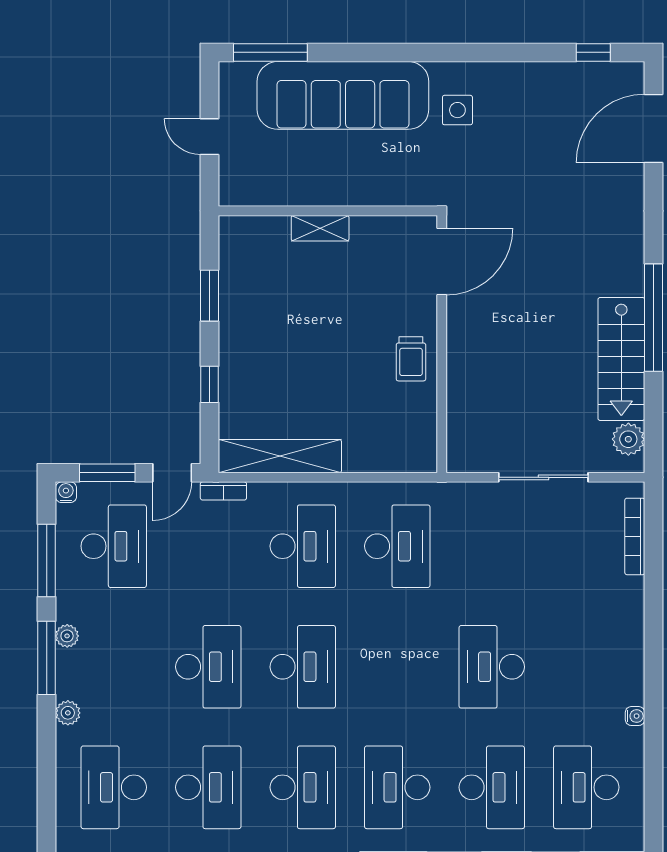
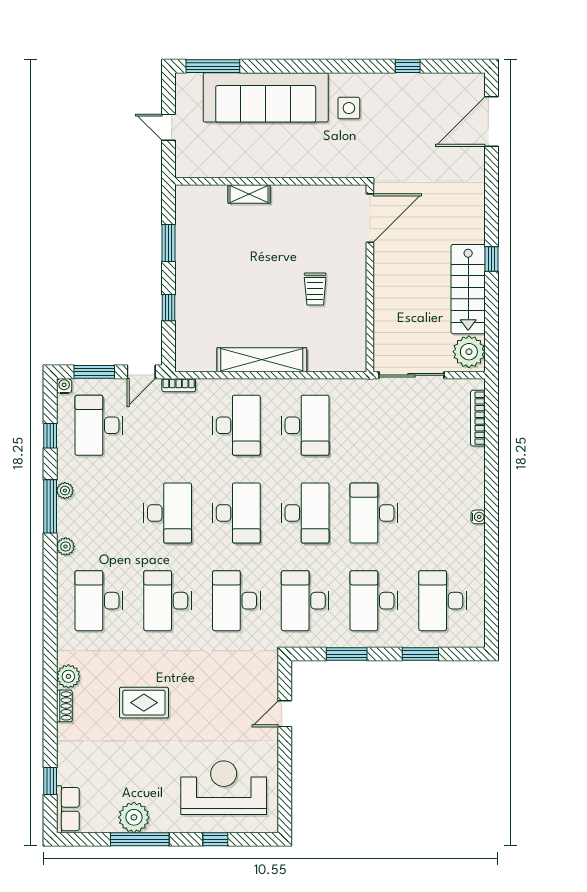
window: (593, 52) -> (408, 66), moved
door: (442, 262) -> (370, 218), moved
window: (653, 318) -> (491, 259), width x0.32
wall: (442, 344) -> (370, 278), moved
plant: (628, 439) -> (469, 352), width x1.36, depth x1.36
shelving: (280, 456) -> (262, 360), moved
desk: (114, 546) -> (99, 425), turned 180
window: (47, 561) -> (50, 436), width x0.46
desk: (397, 667) -> (305, 513), added
water cooler: (635, 716) -> (478, 517), moved
desk: (208, 787) -> (168, 601), turned 180
desk: (303, 787) -> (236, 601), turned 180
desk: (492, 787) -> (374, 601), turned 180

